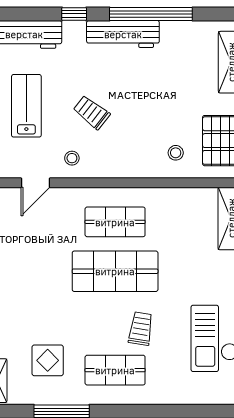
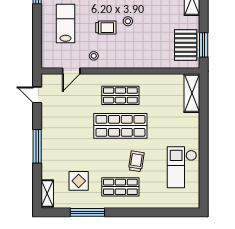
trolley: (92, 112) -> (106, 28), turned 142
stool: (176, 153) -> (128, 21), moved

